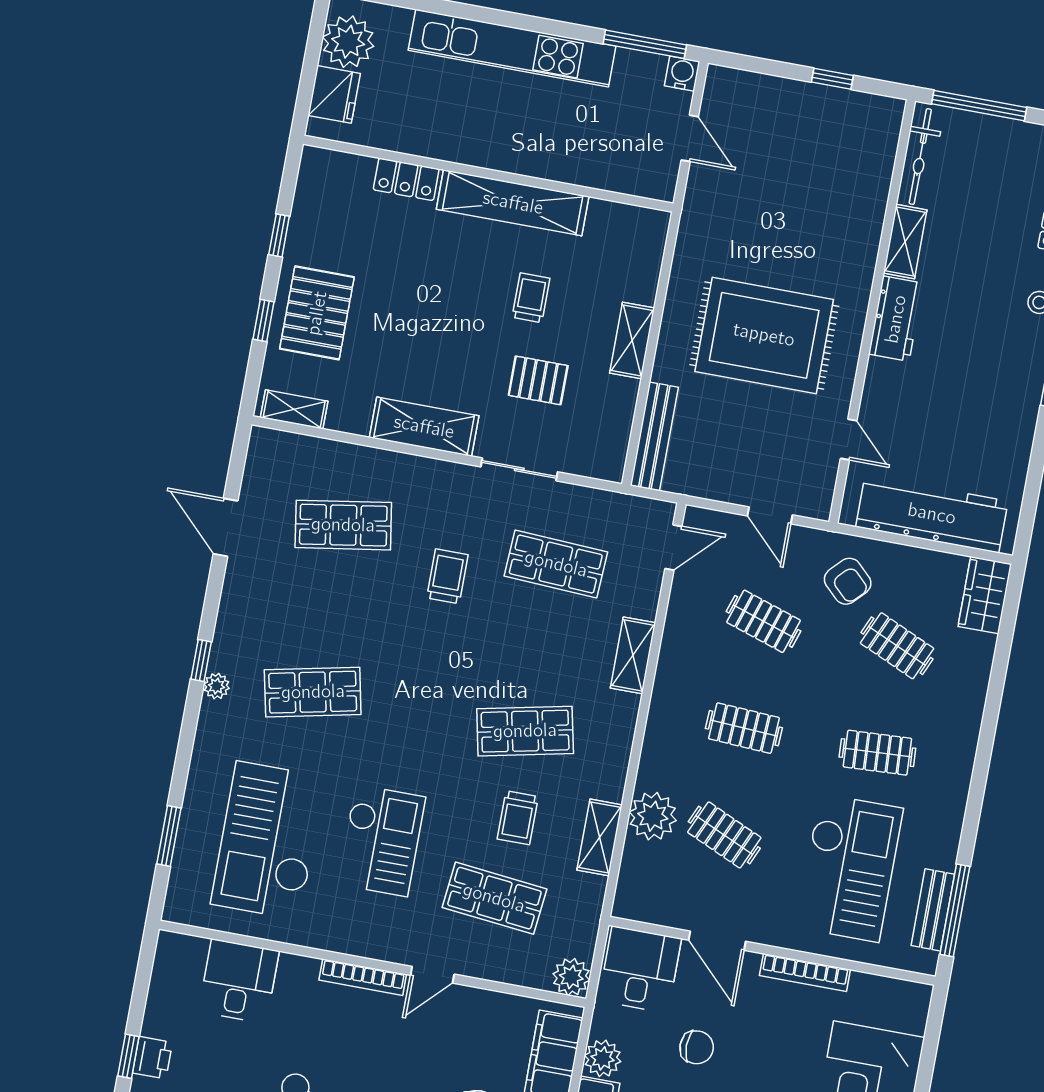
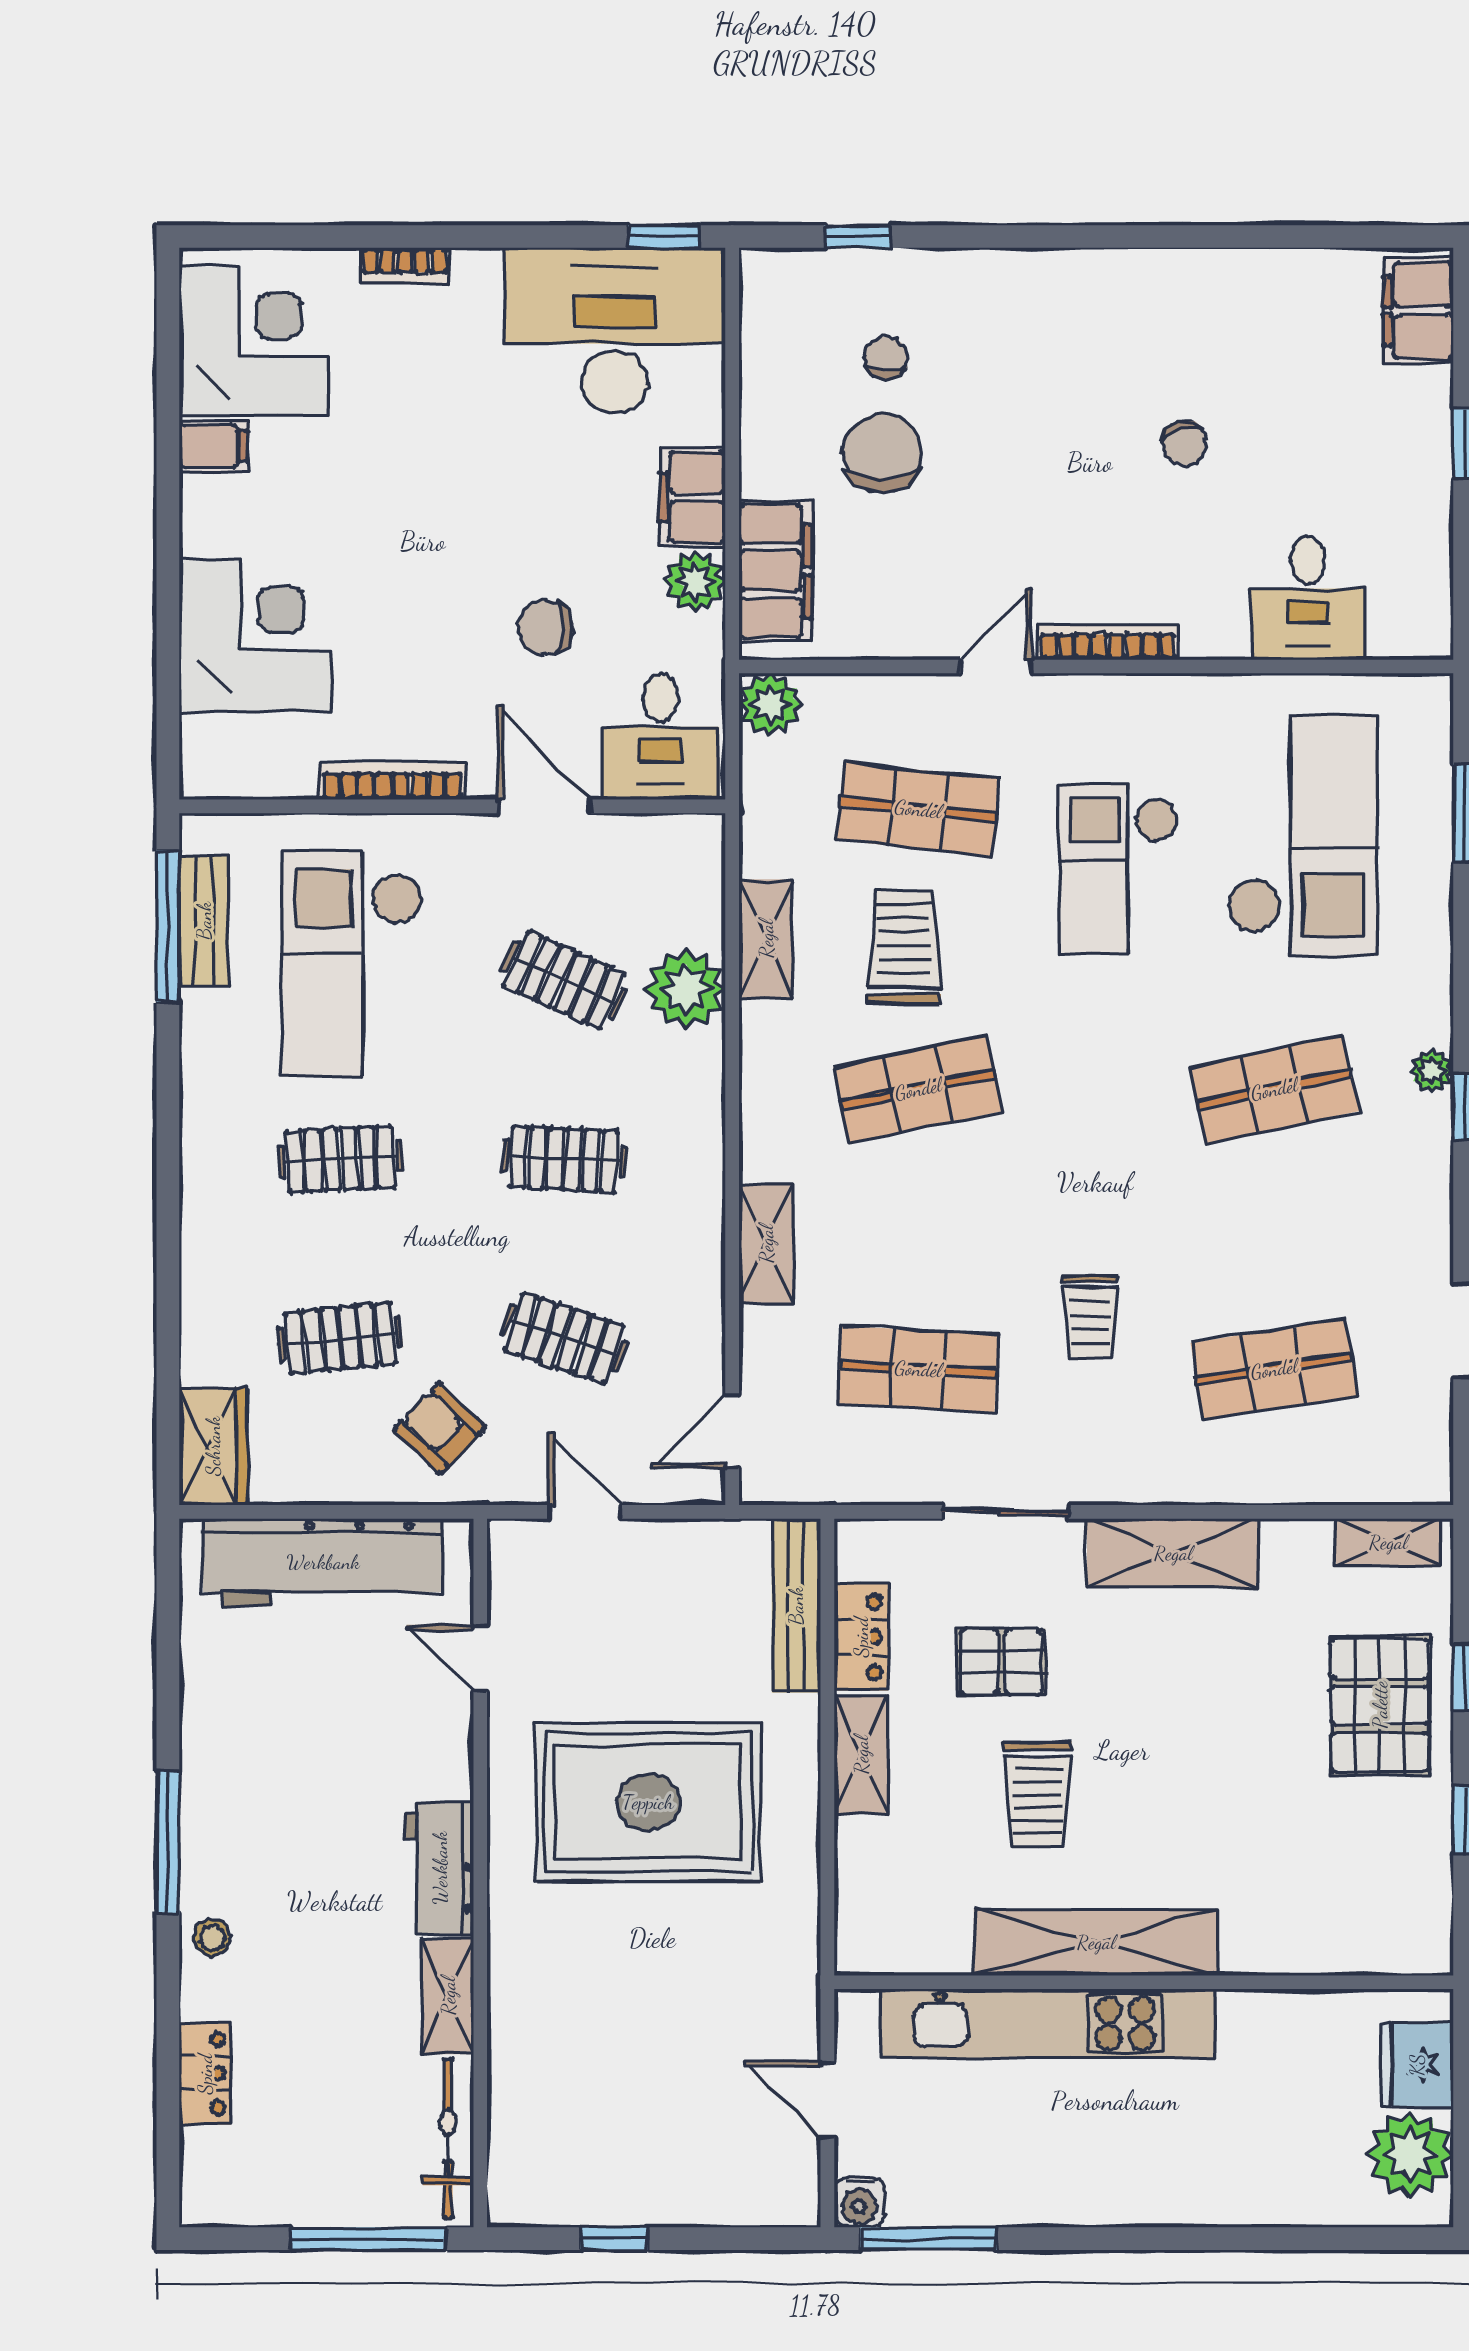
kitchen unit: (512, 48) -> (1048, 2024), moved, turned 180
locker: (406, 179) -> (861, 1637), moved, turned 90
trolley: (531, 298) -> (1038, 1794), width x1.36, depth x1.39
clothes rail: (897, 646) -> (340, 1338), turned -30
trolley: (518, 818) -> (904, 946), width x1.36, depth x1.39
printer: (152, 1058) -> (1425, 449), removed

